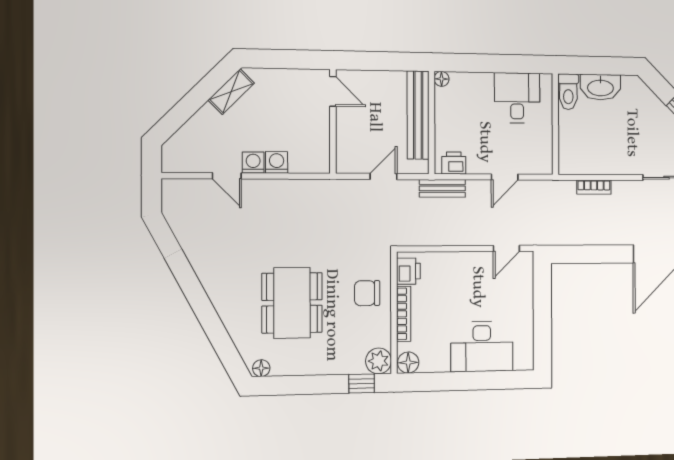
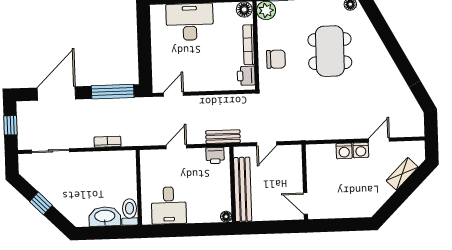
shelving: (231, 92) -> (402, 174), moved
door: (227, 176) -> (379, 140), hinge flipped
window: (585, 254) -> (113, 92), added

